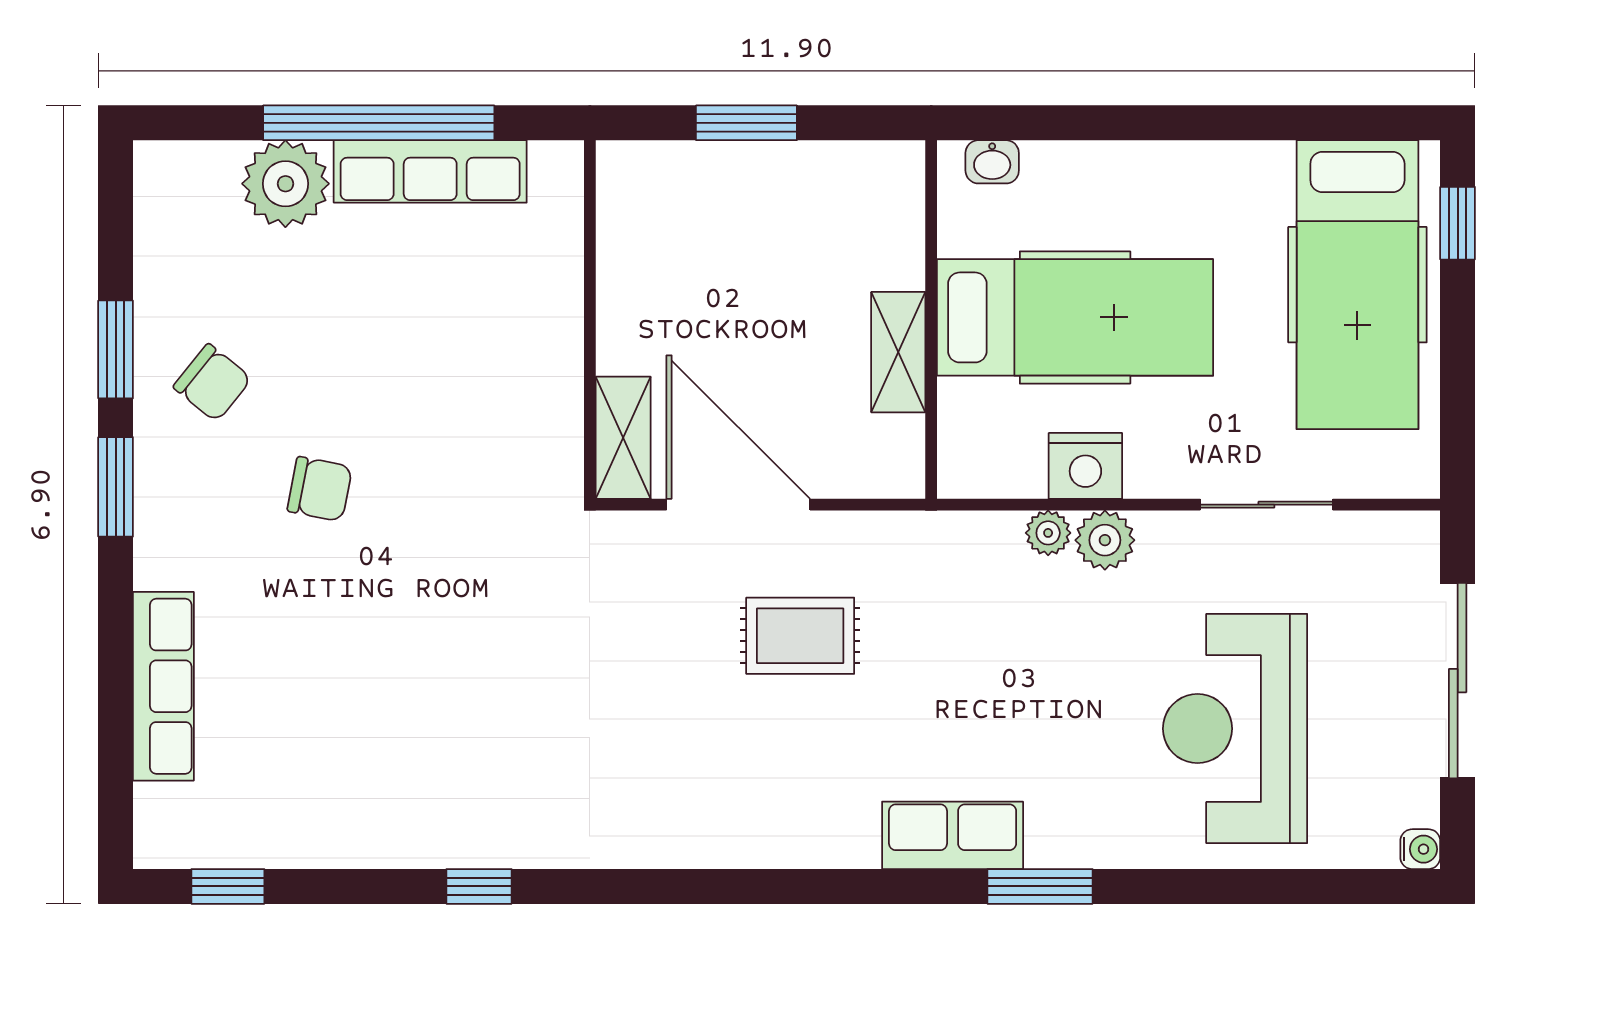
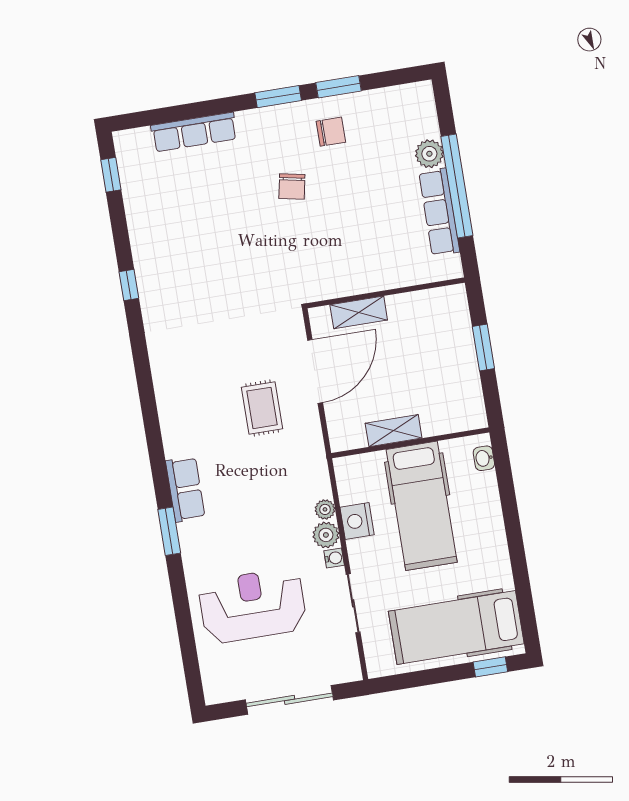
plant: (285, 184) -> (429, 154), width x0.73, depth x0.73
chair: (212, 383) -> (331, 132), turned -129
shelving: (623, 438) -> (359, 312), moved
water cooler: (1420, 849) -> (334, 558), moved, turned -90

